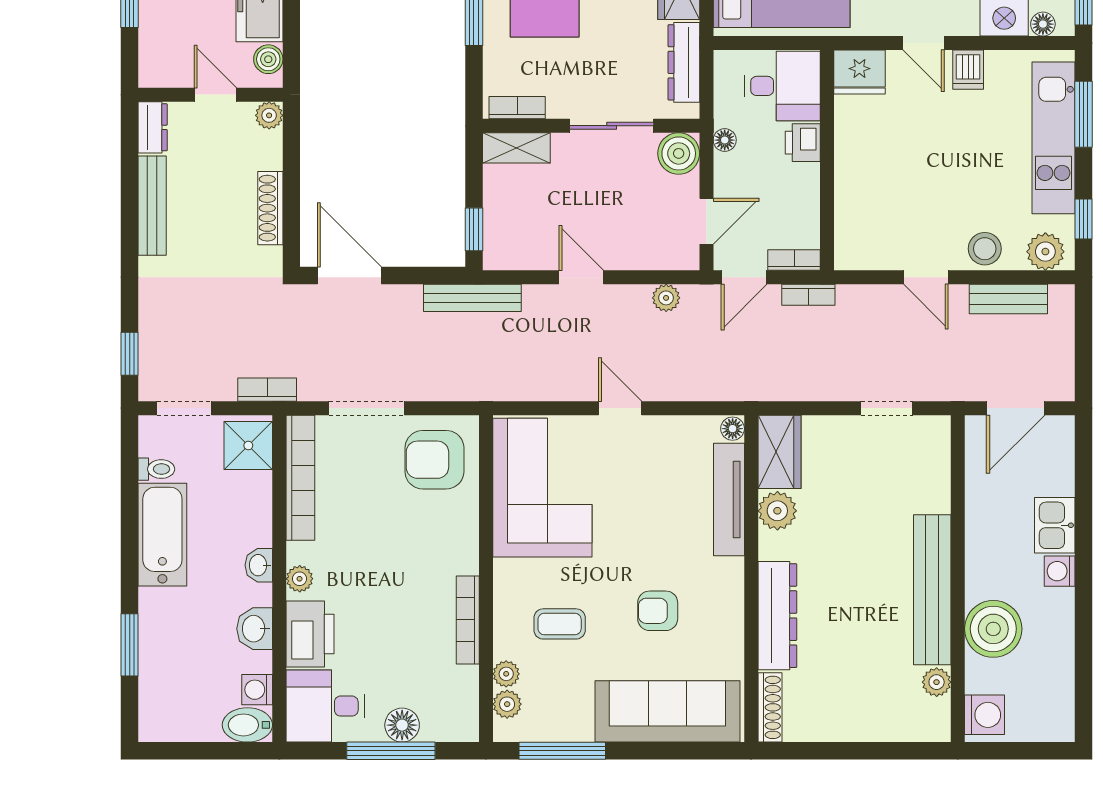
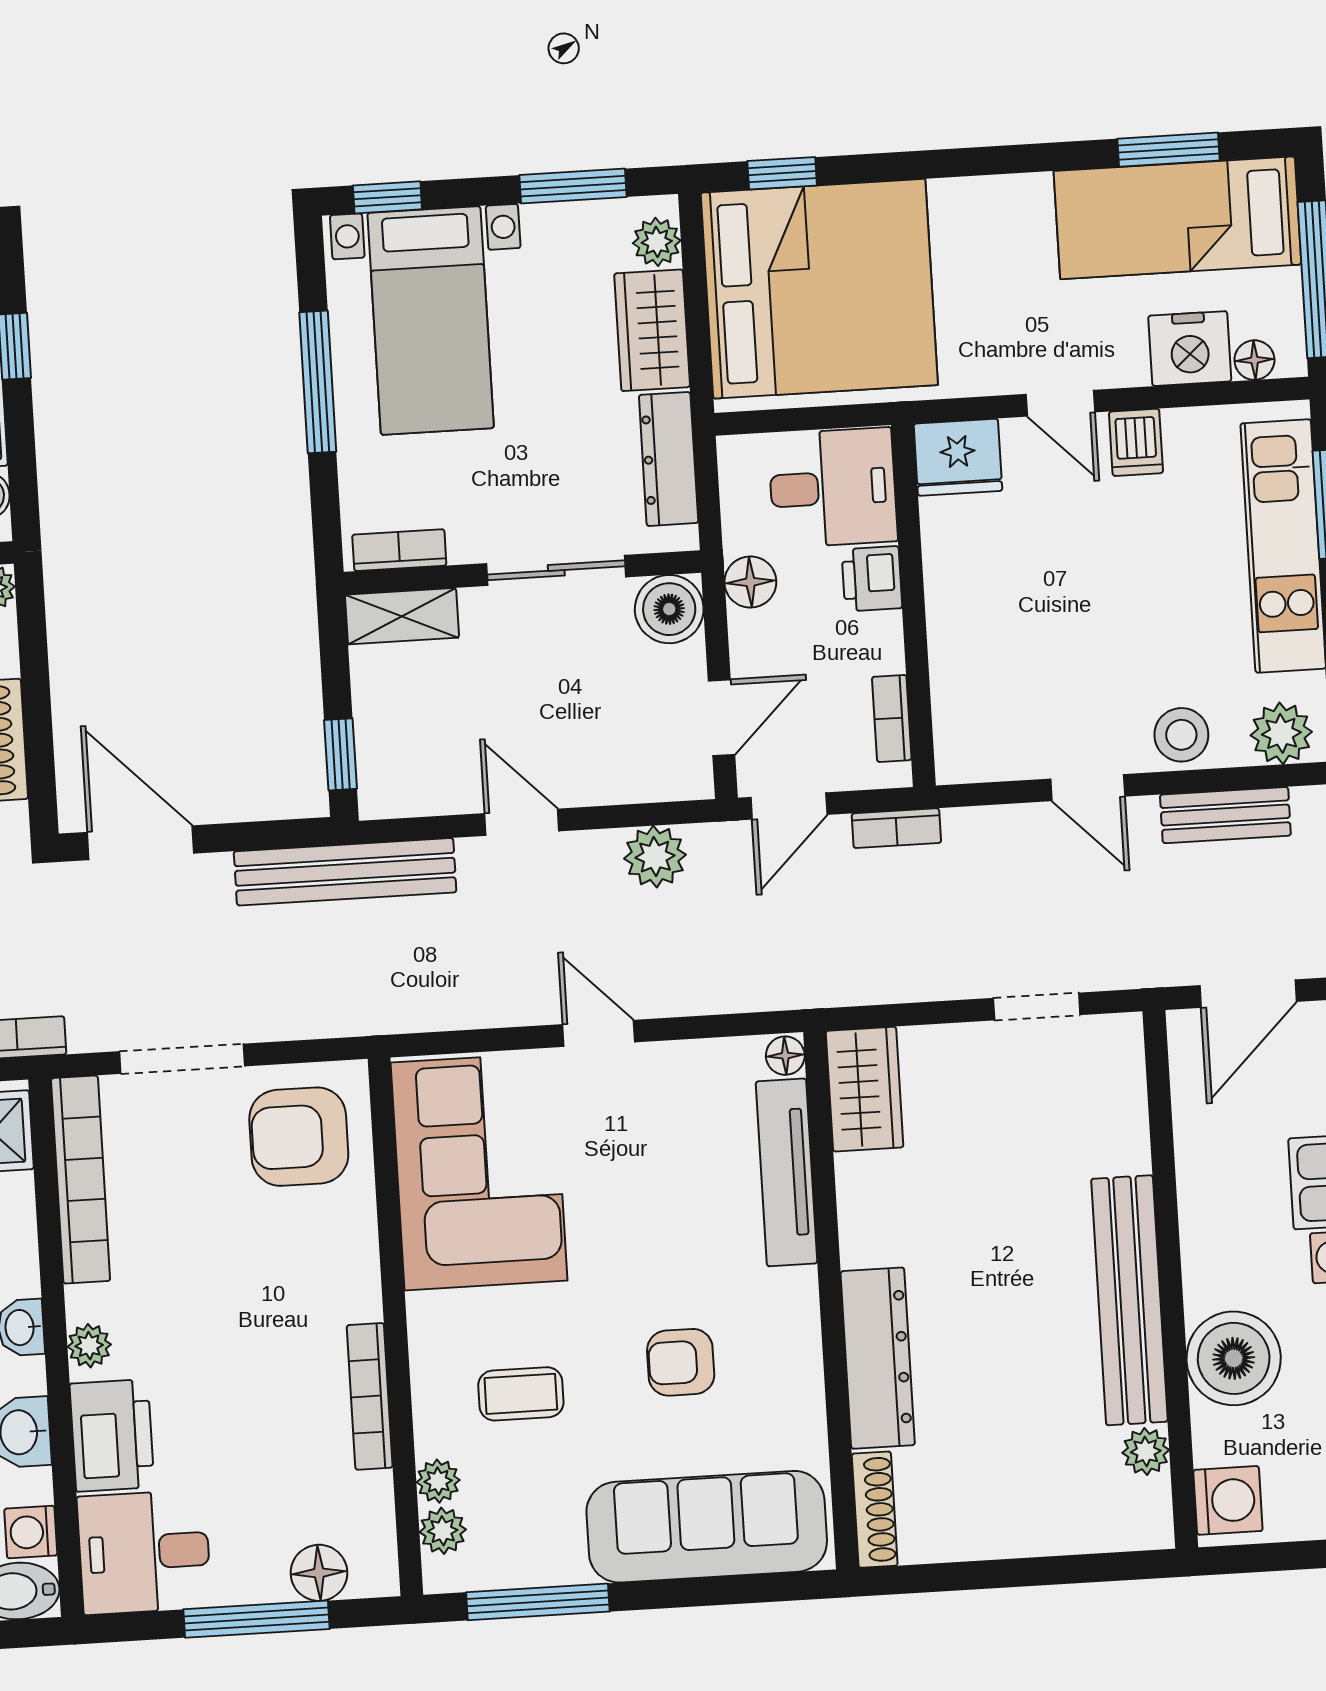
floor lamp: (725, 140) -> (750, 582), width x1.37, depth x1.37
bookcase: (794, 260) -> (892, 718), moved, turned -90
bench: (472, 298) -> (345, 872), width x1.37, depth x1.21
plant: (666, 298) -> (655, 857), width x1.38, depth x1.38
plant: (777, 511) -> (867, 1186), removed
floor lamp: (402, 725) -> (319, 1573), moved

